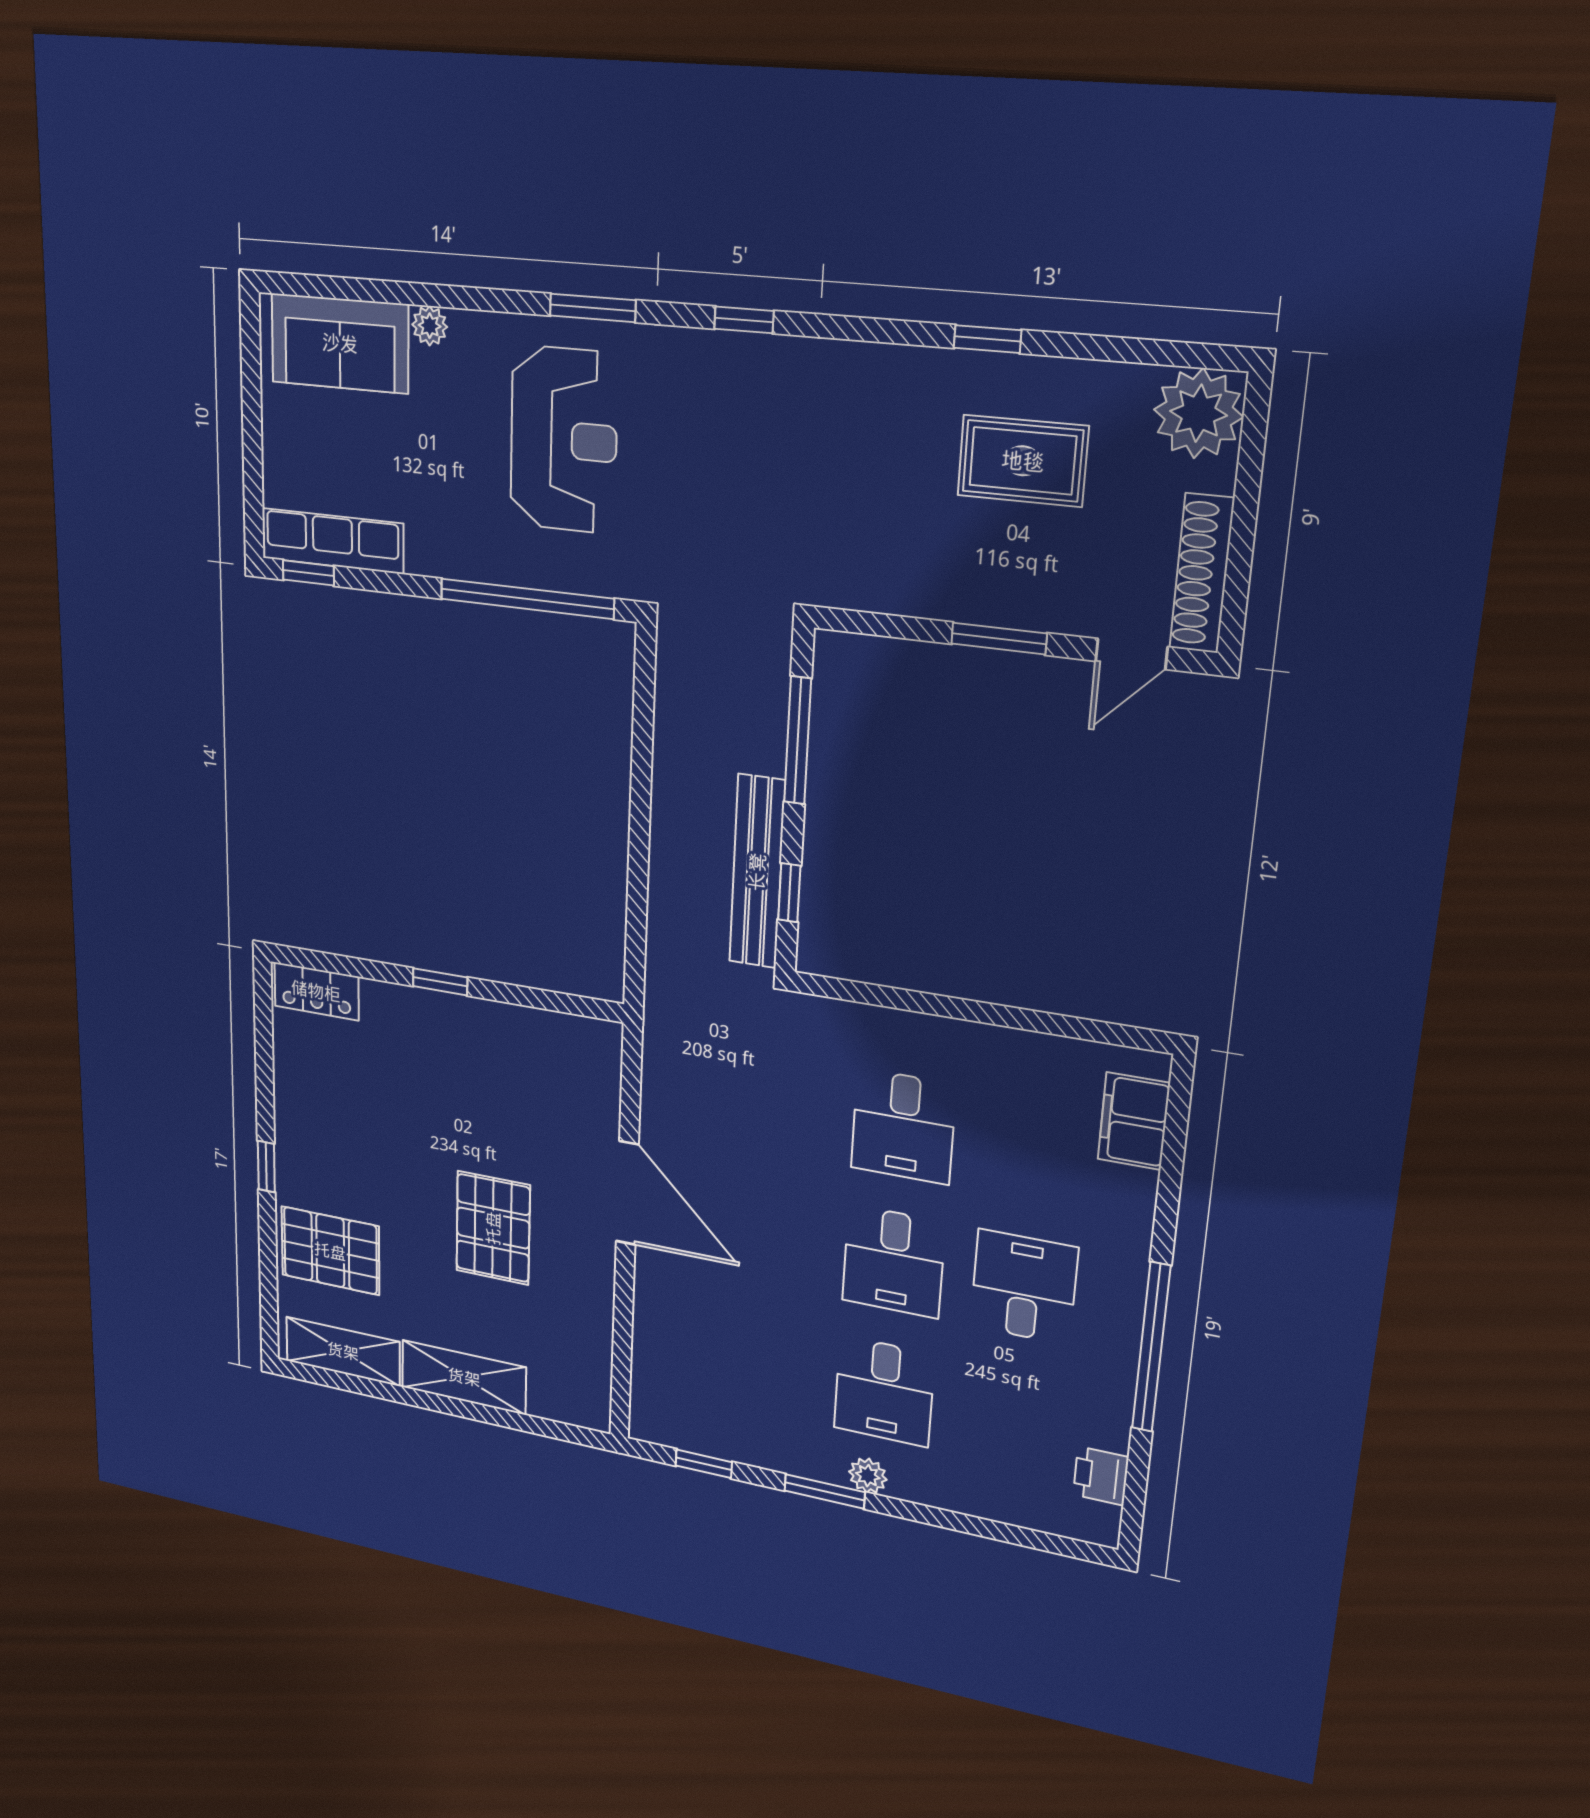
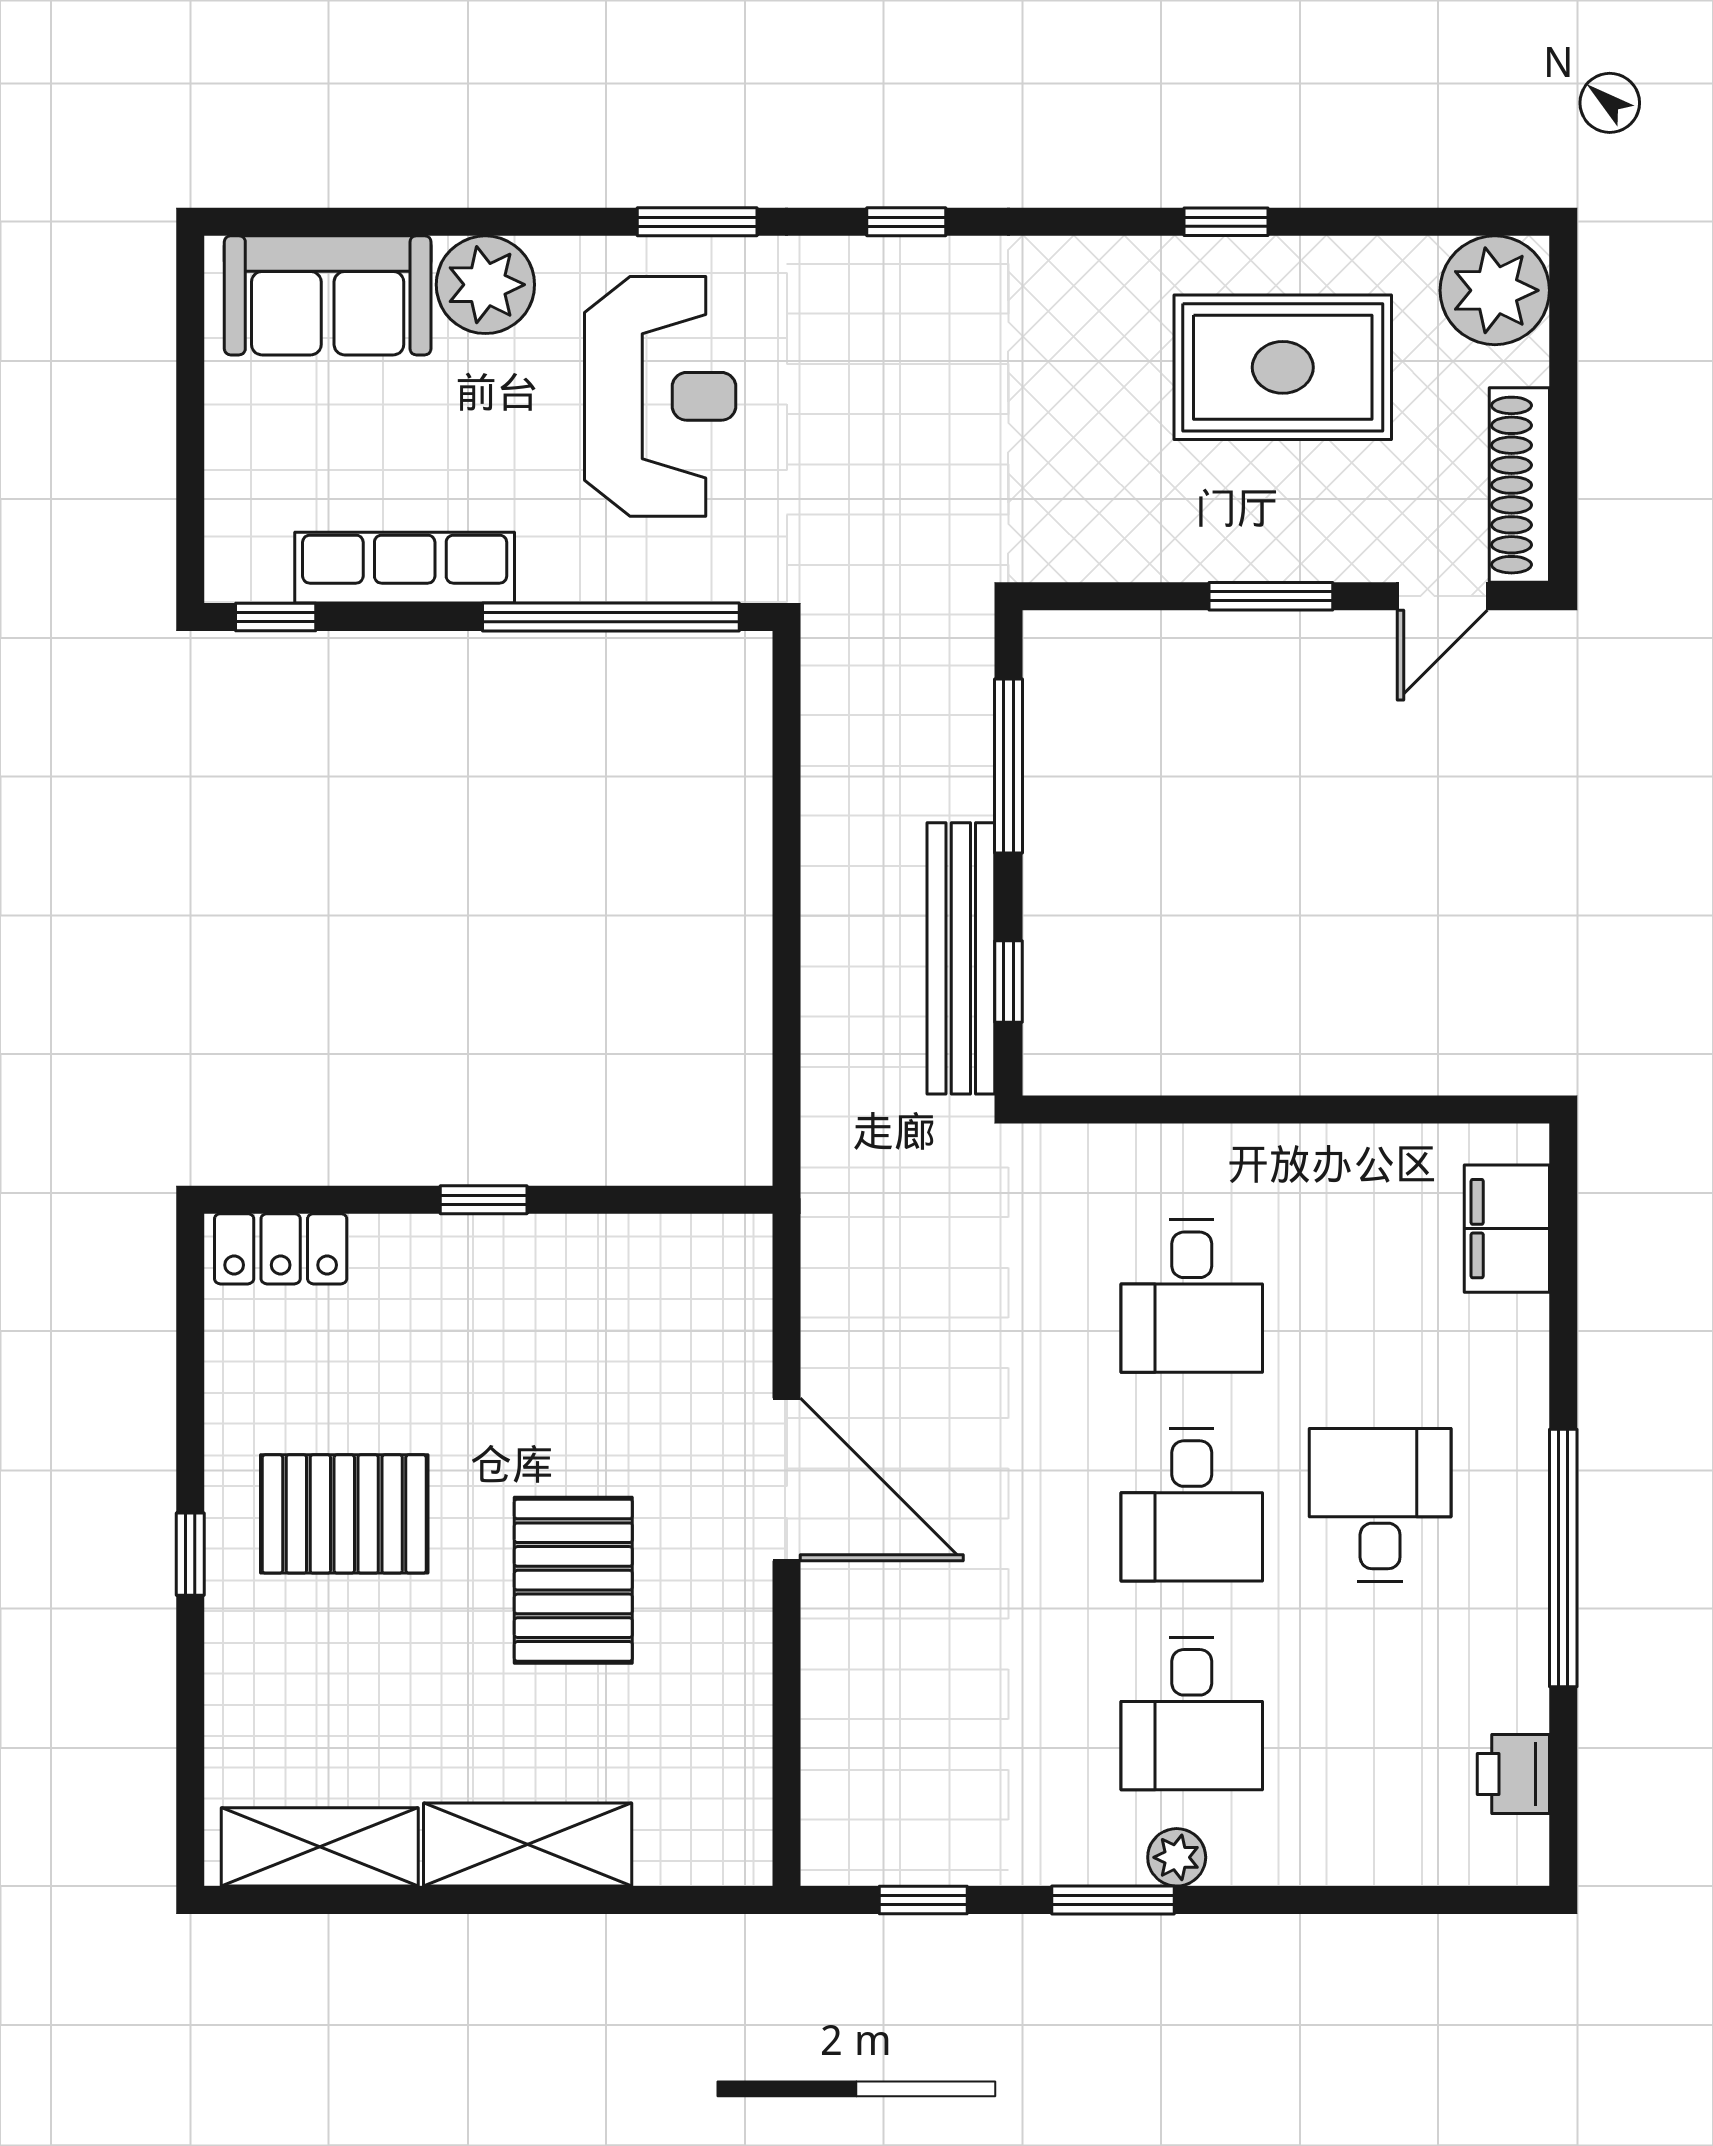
plant: (430, 326) -> (485, 285), width x1.87, depth x1.87
rug: (1023, 461) -> (1283, 367), width x1.36, depth x1.43
row of seats: (332, 541) -> (405, 568), moved
pallet: (330, 1251) -> (344, 1514), moved

